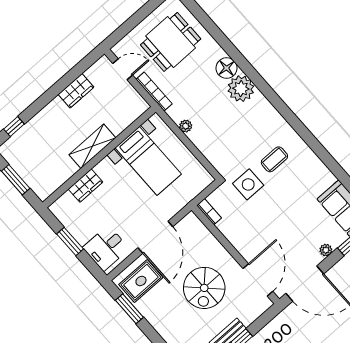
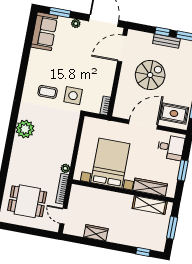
floor lamp: (227, 68) -> (17, 159), removed
plant: (241, 89) -> (25, 129), moved
plant: (186, 126) -> (65, 168), moved
shelving: (92, 146) -> (150, 205), moved
bed with nightstands: (148, 161) -> (110, 163), width x1.36
wardrobe: (85, 185) -> (150, 187), width x1.50

